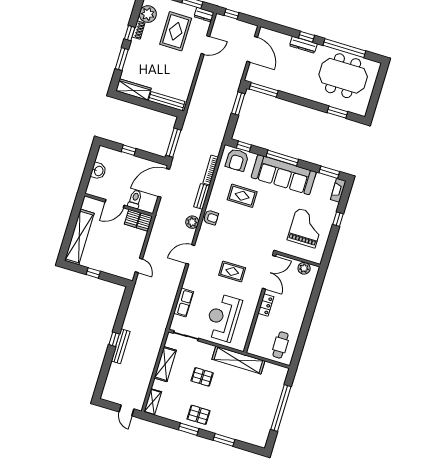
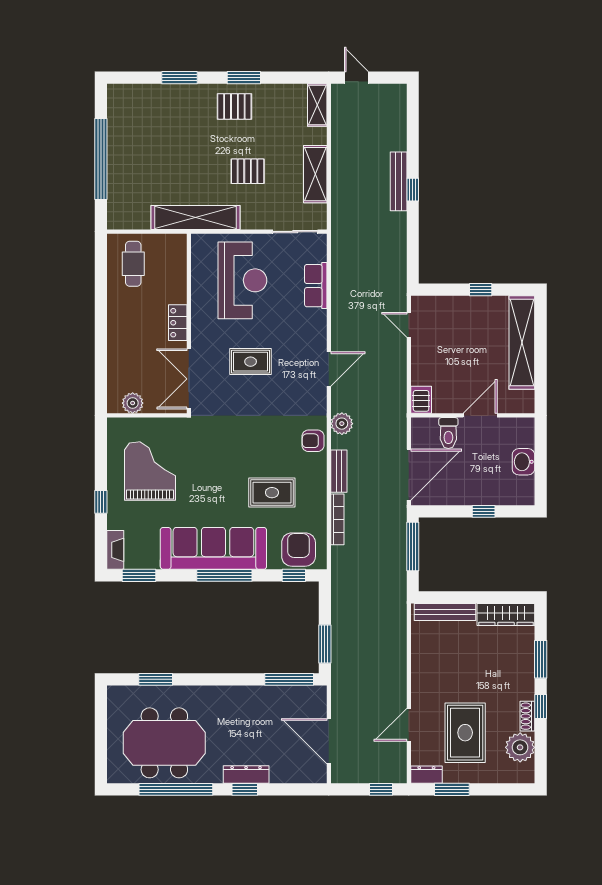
server rack: (132, 218) -> (443, 400), removed
grand piano: (306, 228) -> (150, 471), turned 180

